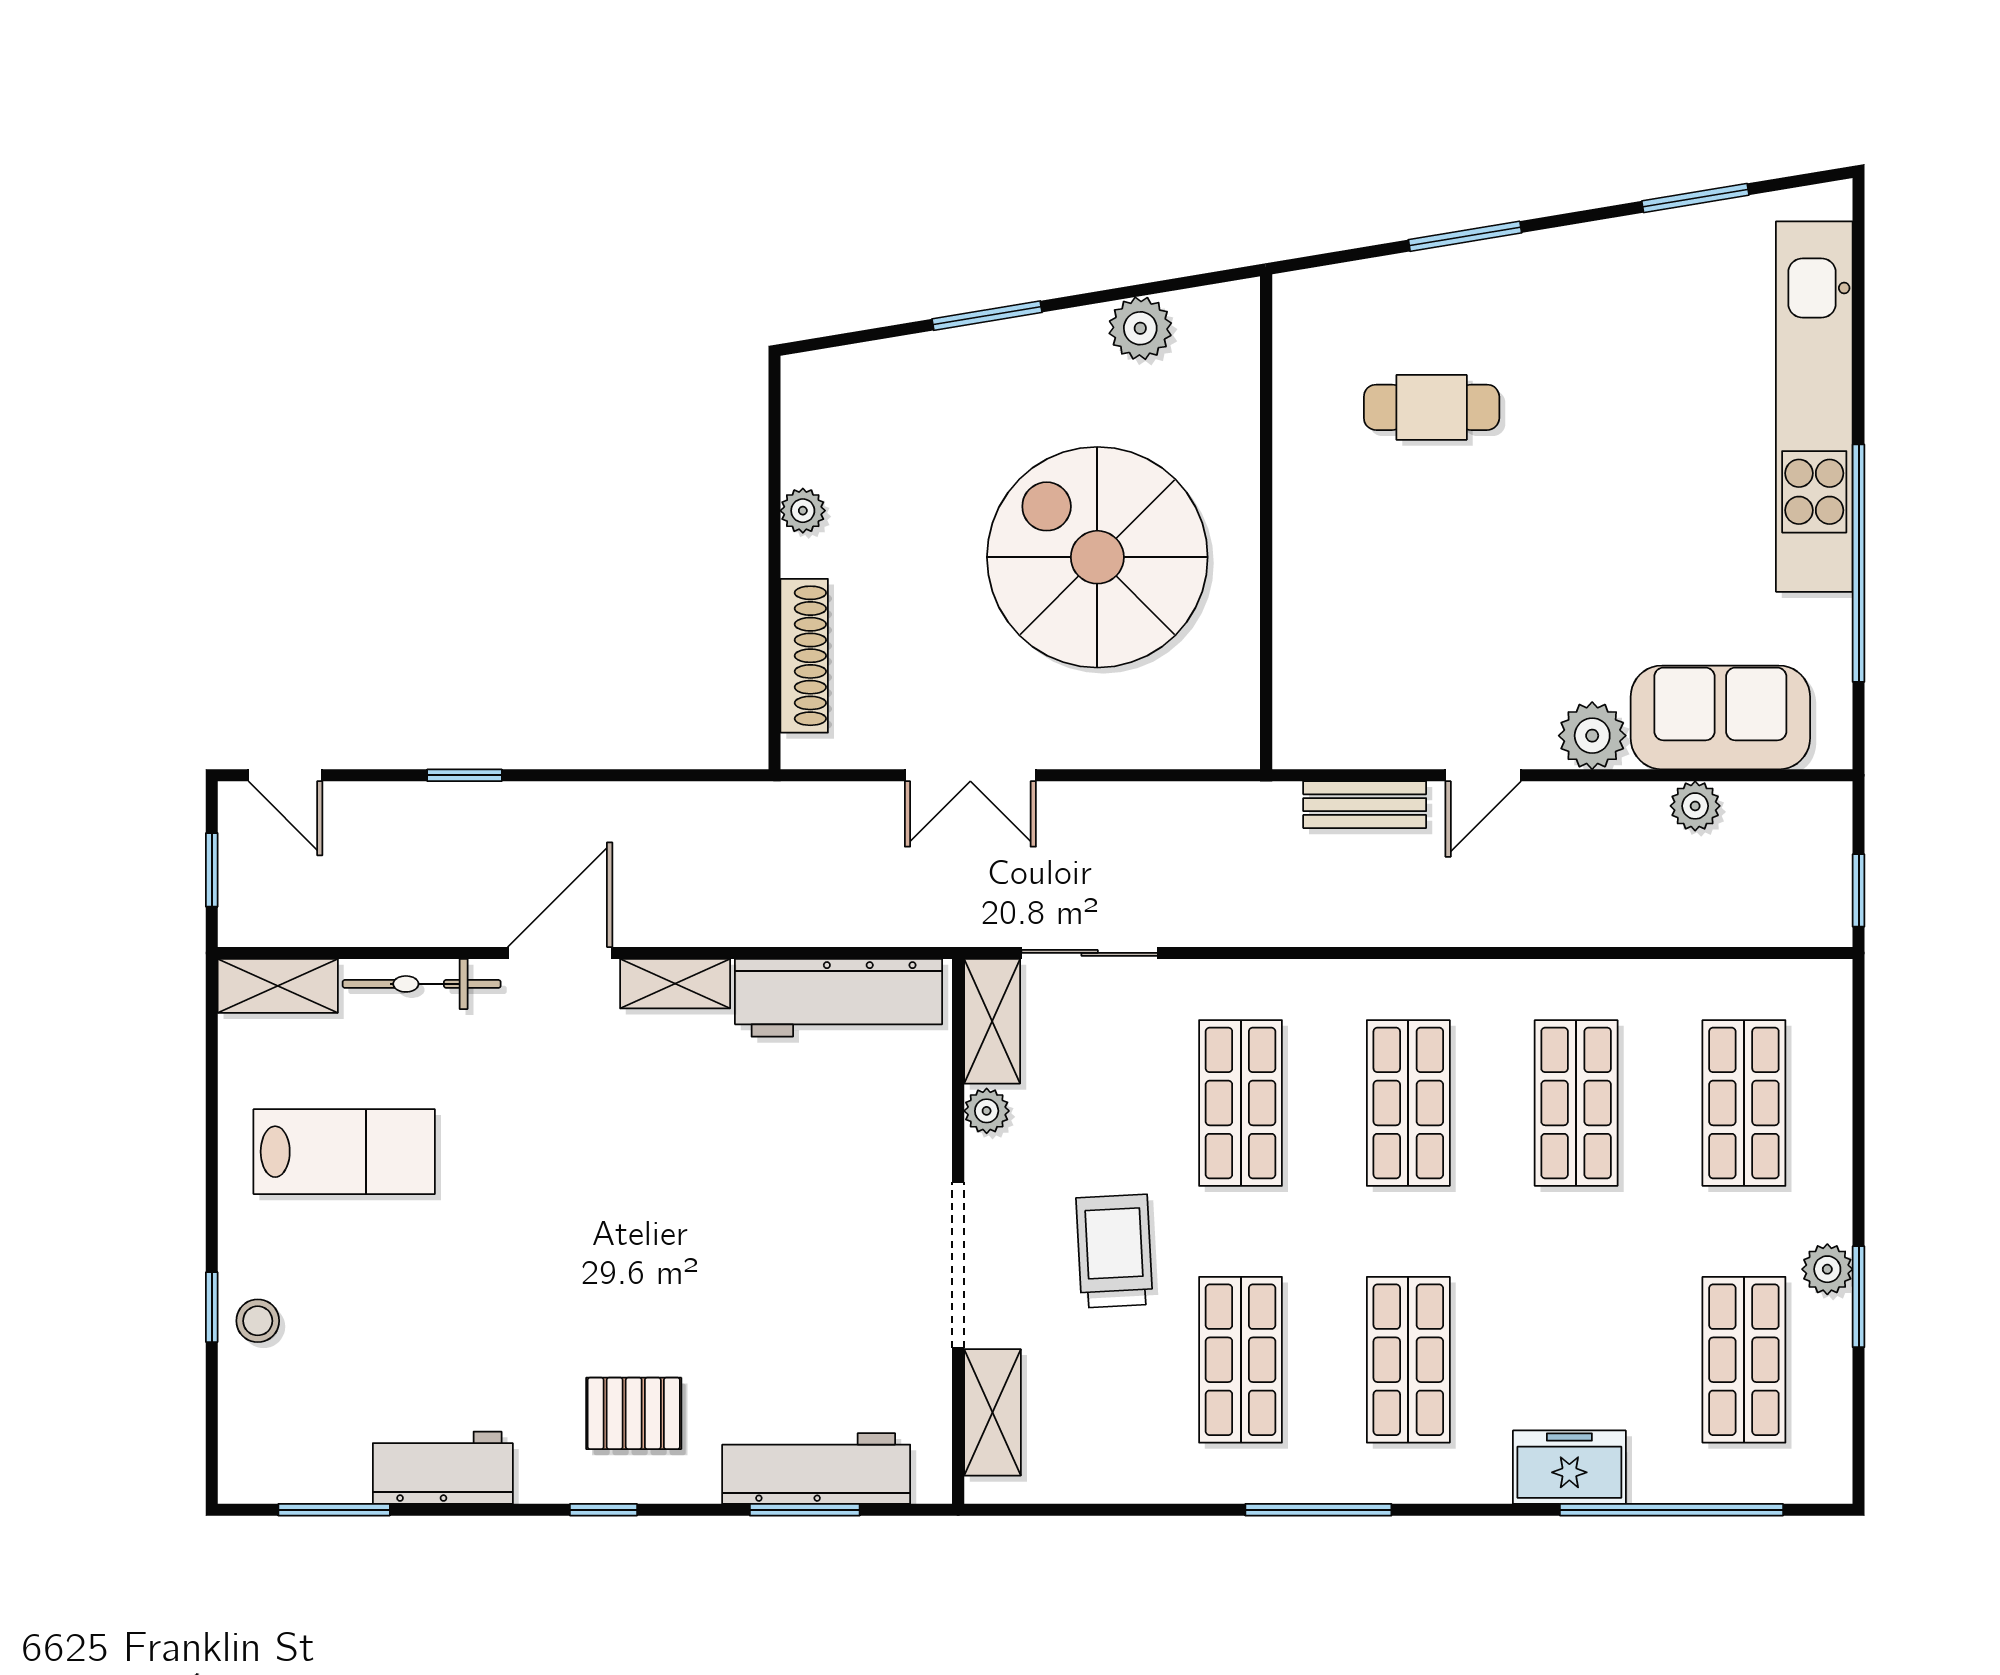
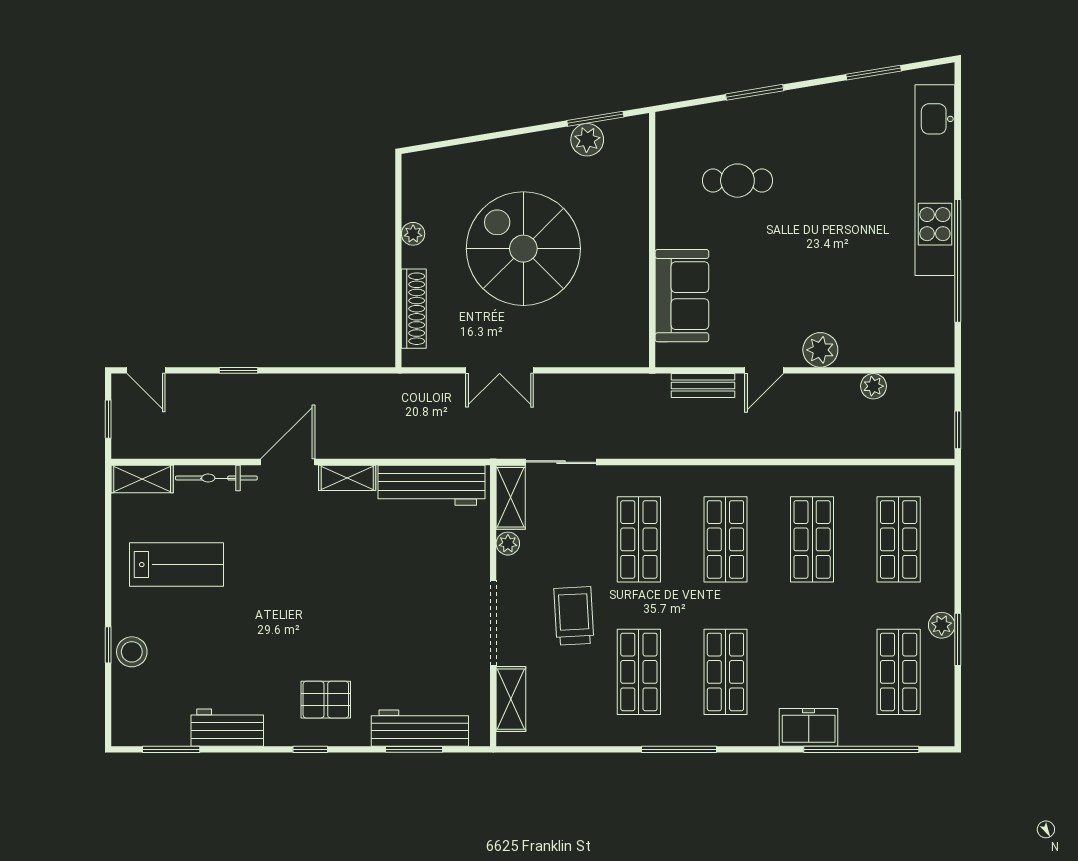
window: (987, 316) -> (595, 119), moved
spiral stairs: (1097, 557) -> (523, 249), moved
sofa: (1720, 717) -> (682, 296), moved, turned 90
stool: (258, 1321) -> (132, 652), width x1.37, depth x1.37

